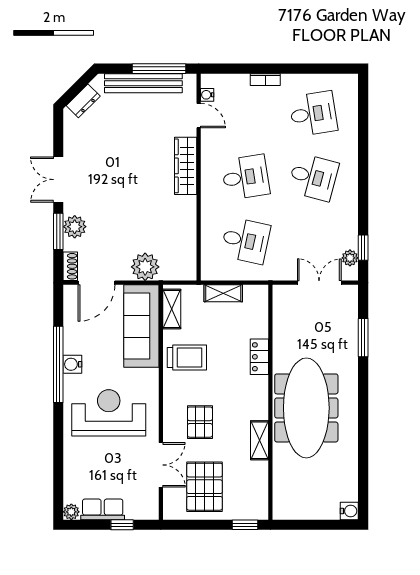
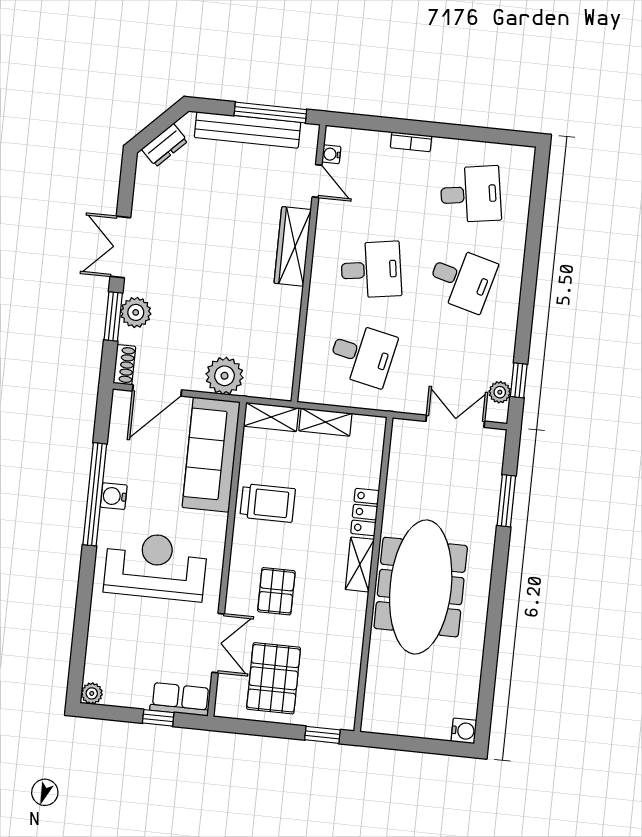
shelving: (172, 309) -> (271, 417), moved, turned 90
shelving: (260, 440) -> (360, 564), moved
row of seats: (103, 509) -> (180, 699), moved

